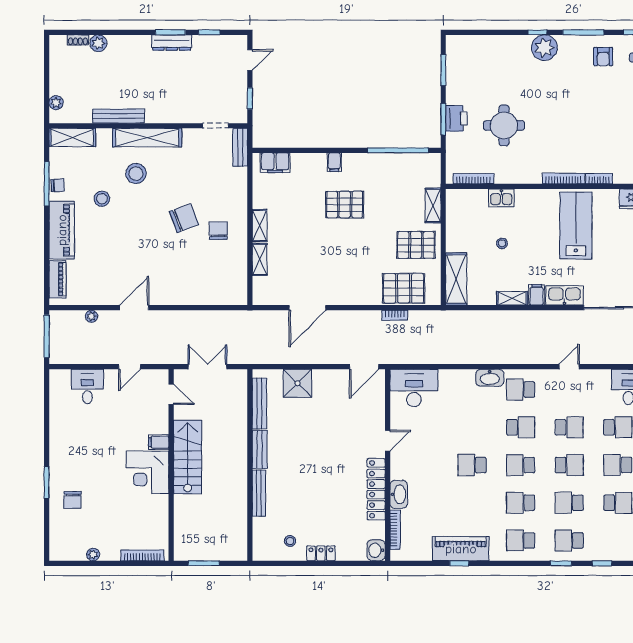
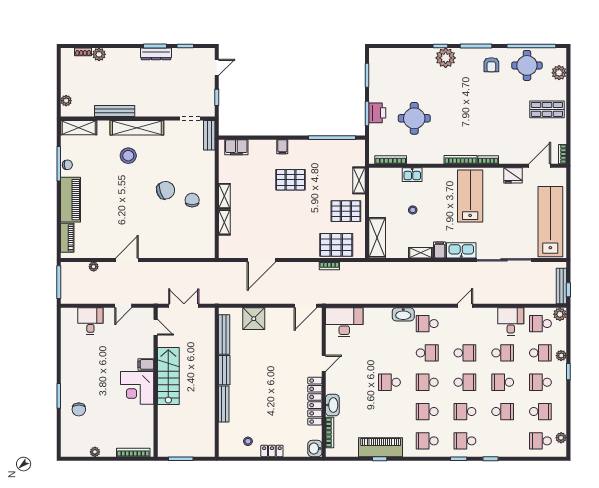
stool: (102, 199) -> (102, 175), removed

